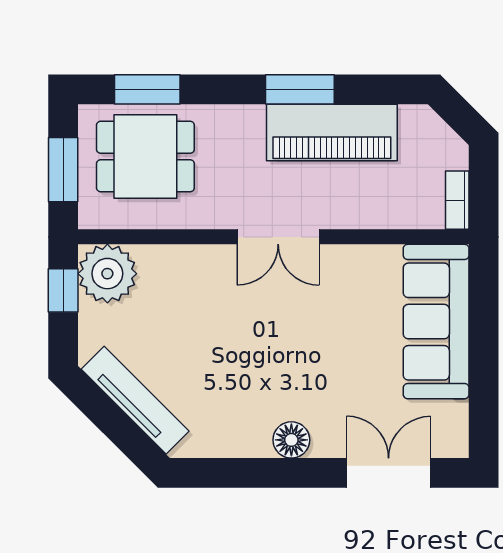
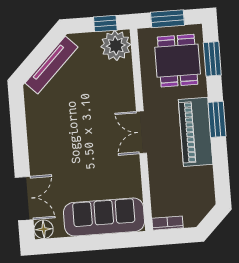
window: (300, 89) -> (217, 119), moved
piano: (332, 132) -> (196, 132), moved
floor lamp: (291, 440) -> (44, 229), moved

